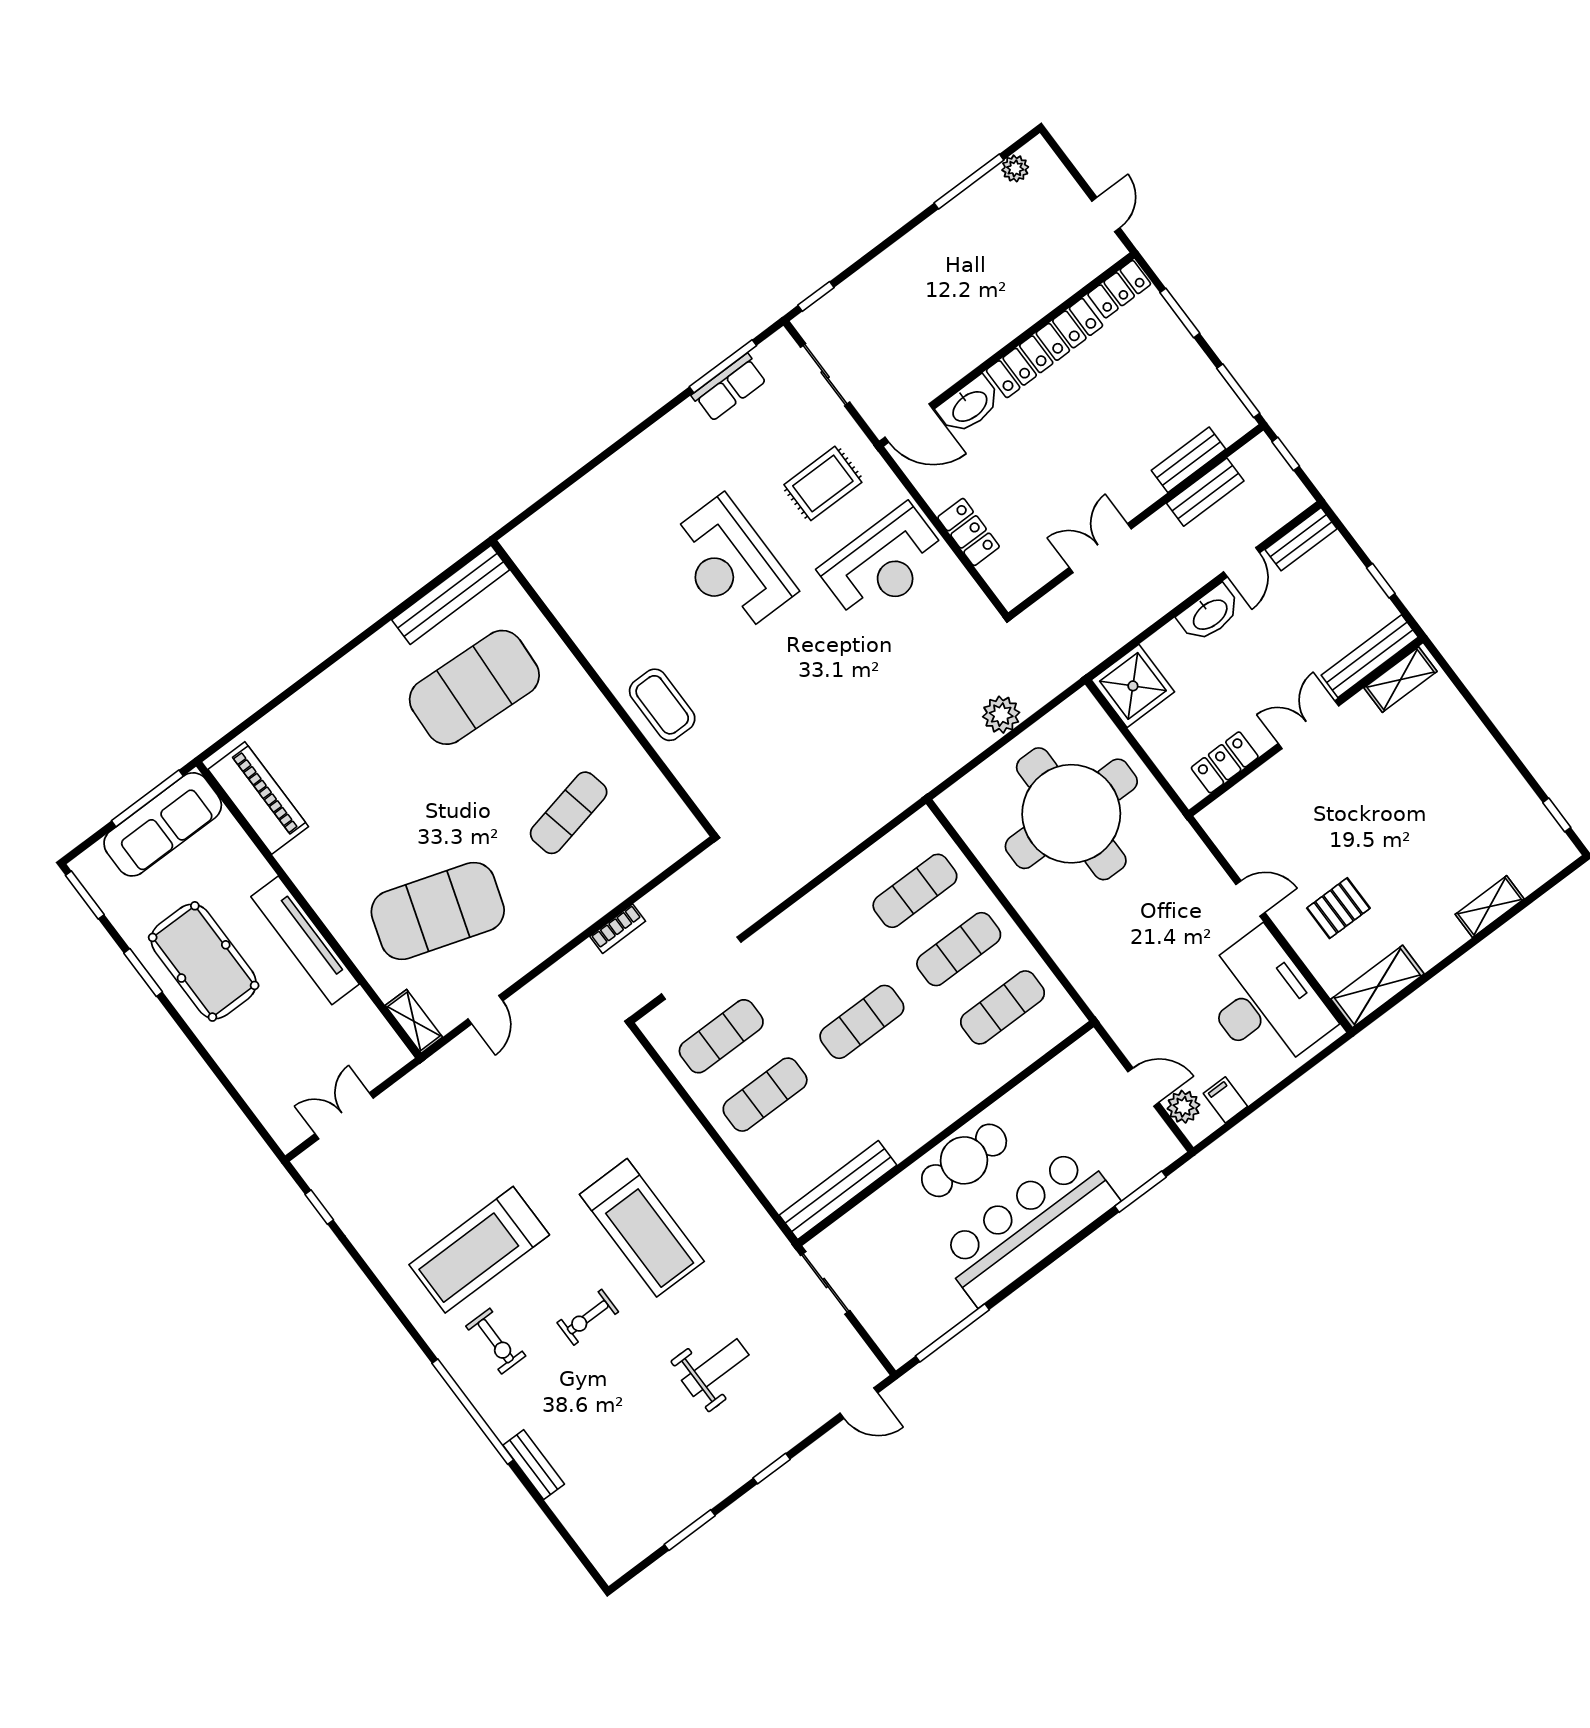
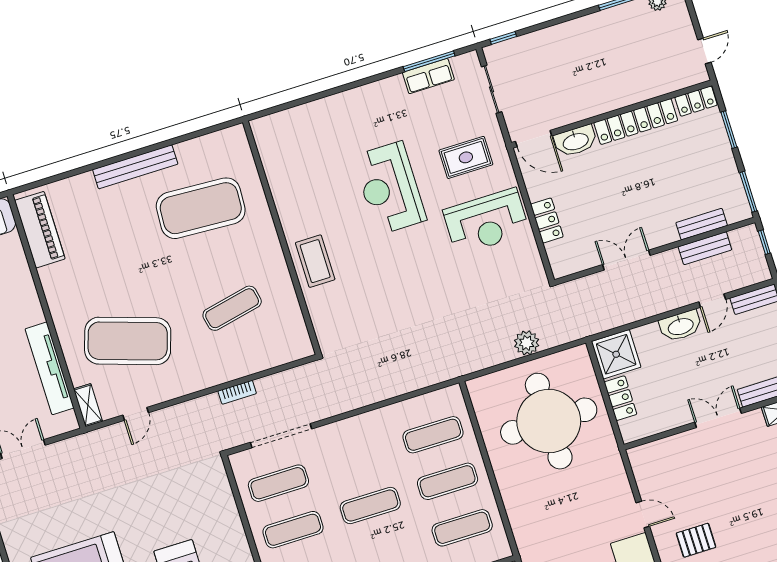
bench: (451, 595) -> (135, 167), moved
locker: (1225, 762) -> (620, 398), moved, turned 90
tv unit: (305, 940) -> (50, 368), moved

